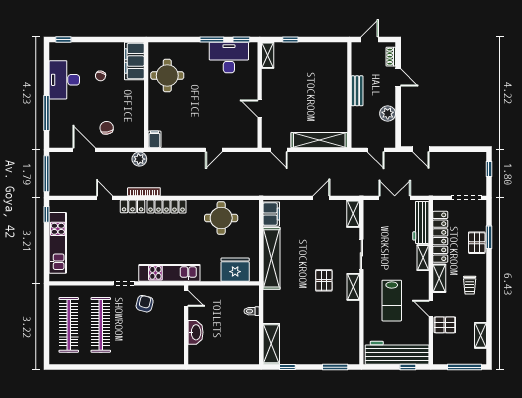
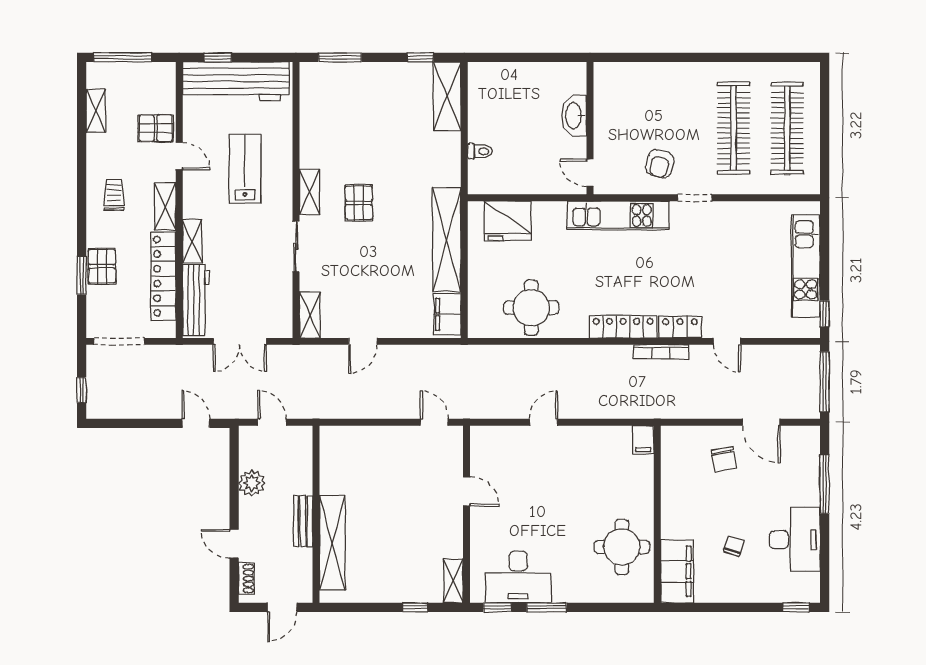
shelving: (319, 140) -> (332, 543), moved, turned 90
plant: (139, 159) -> (669, 407), removed

